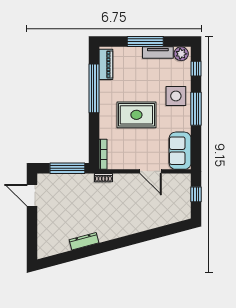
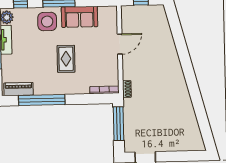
rug: (136, 115) -> (66, 59), width x0.73, depth x0.70
sofa: (180, 151) -> (80, 17), moved
dresser: (84, 241) -> (188, 106), removed

